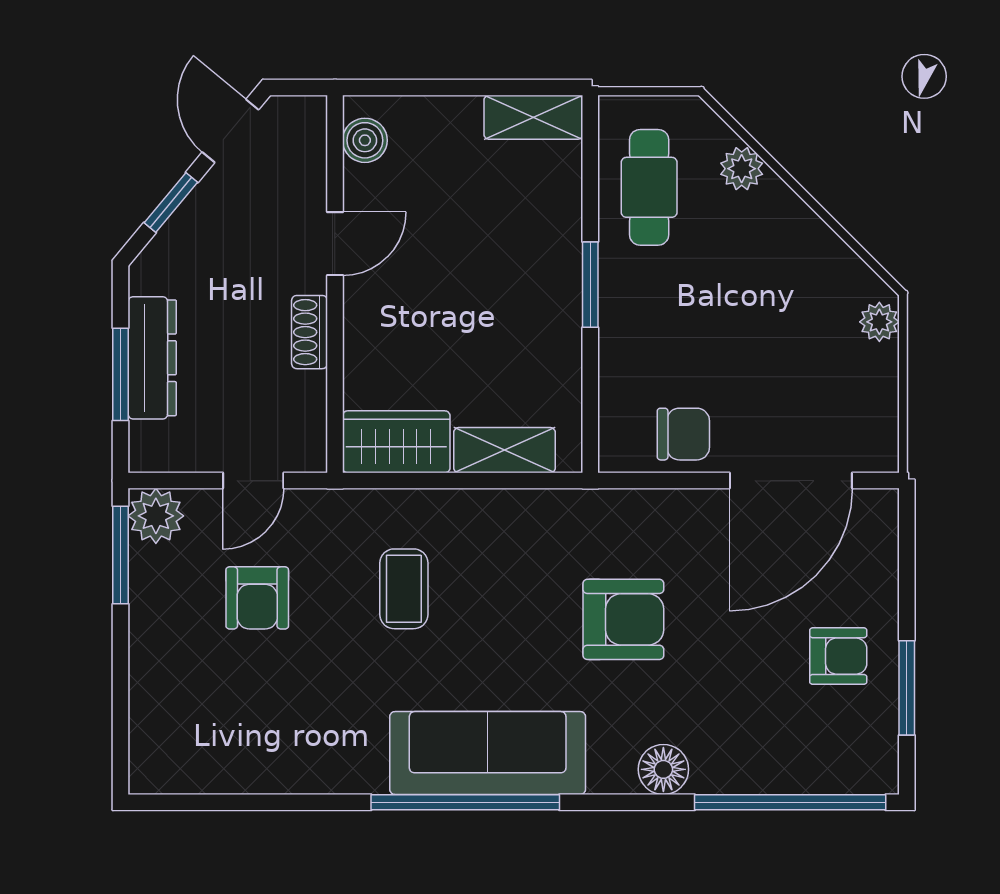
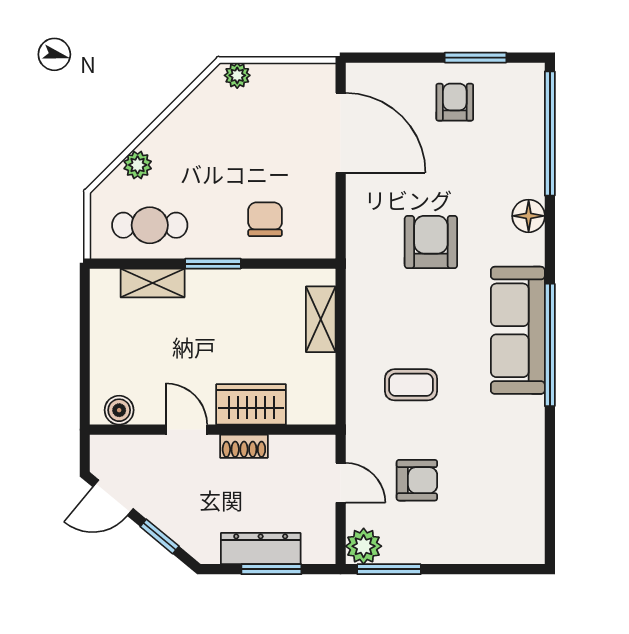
shelving: (533, 117) -> (153, 283), moved, turned 90
chair: (683, 434) -> (265, 219), moved
wardrobe: (396, 442) -> (251, 404), moved, turned 90

